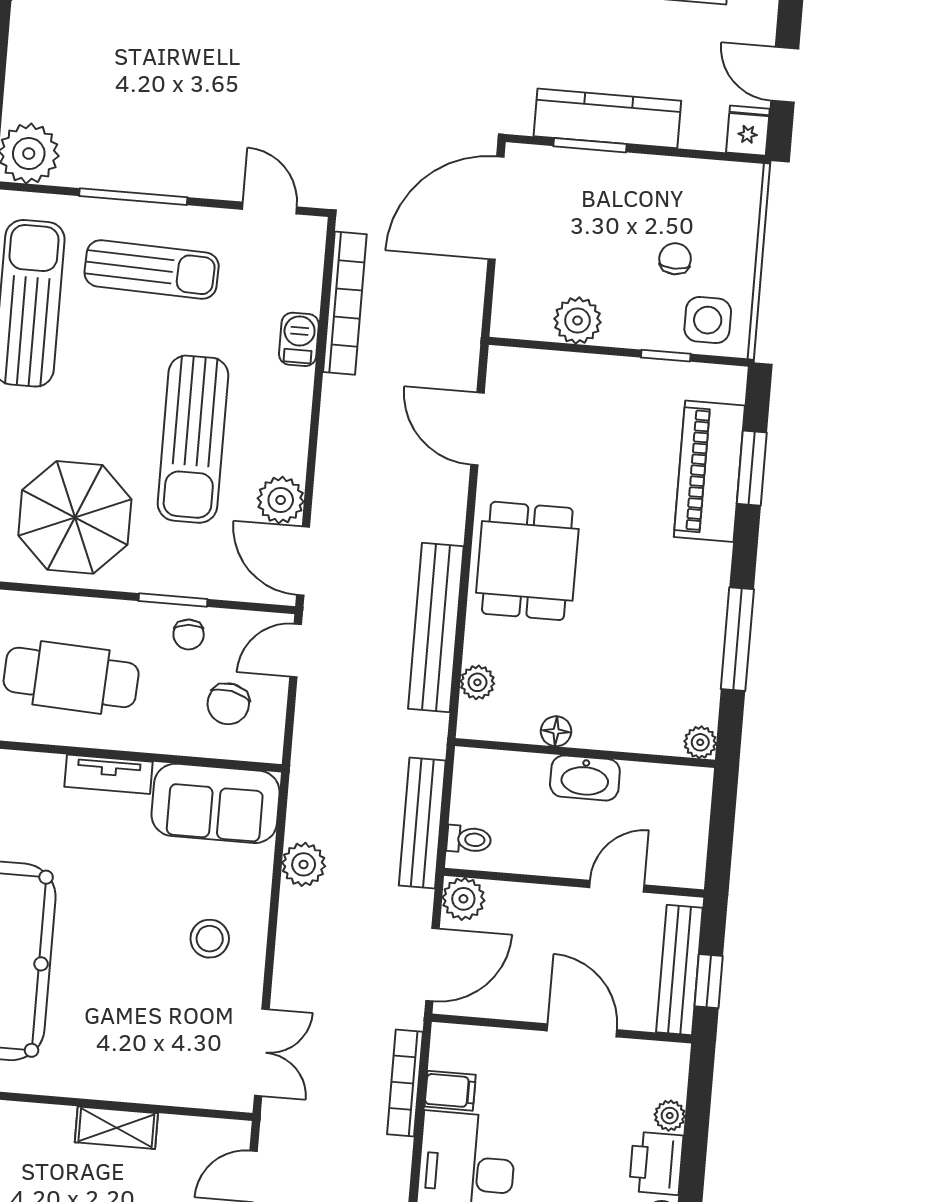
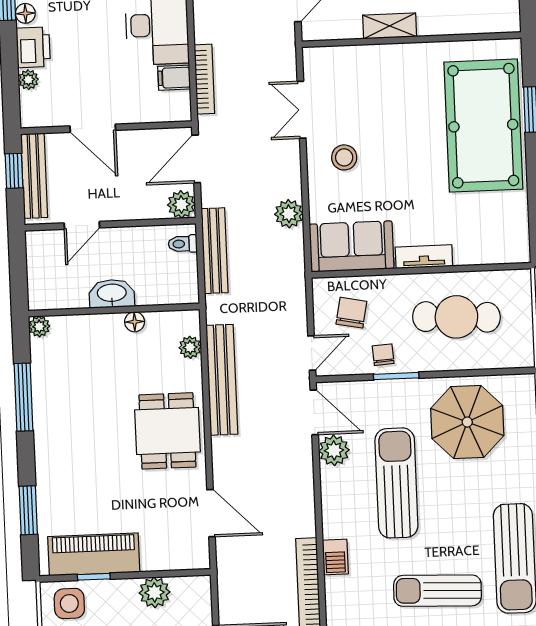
piano: (709, 471) -> (94, 554), moved, turned -90
double door: (262, 1052) -> (302, 110), moved

